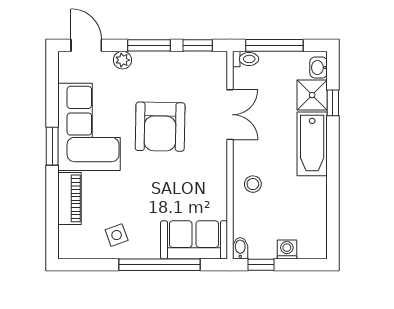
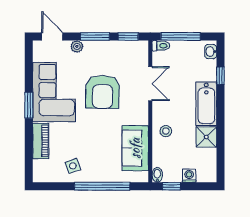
shower: (312, 95) -> (206, 137), moved
sofa: (194, 240) -> (135, 148), moved, turned -90

